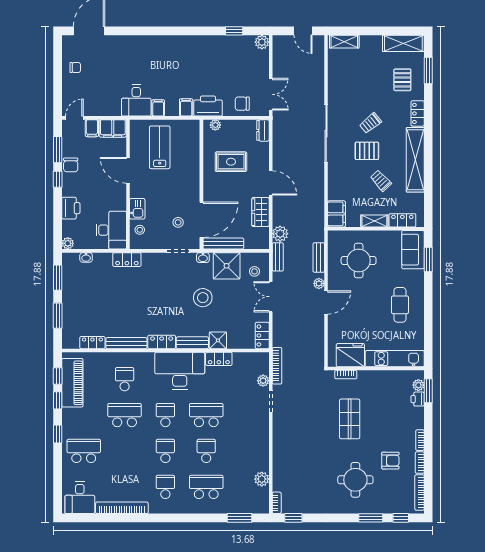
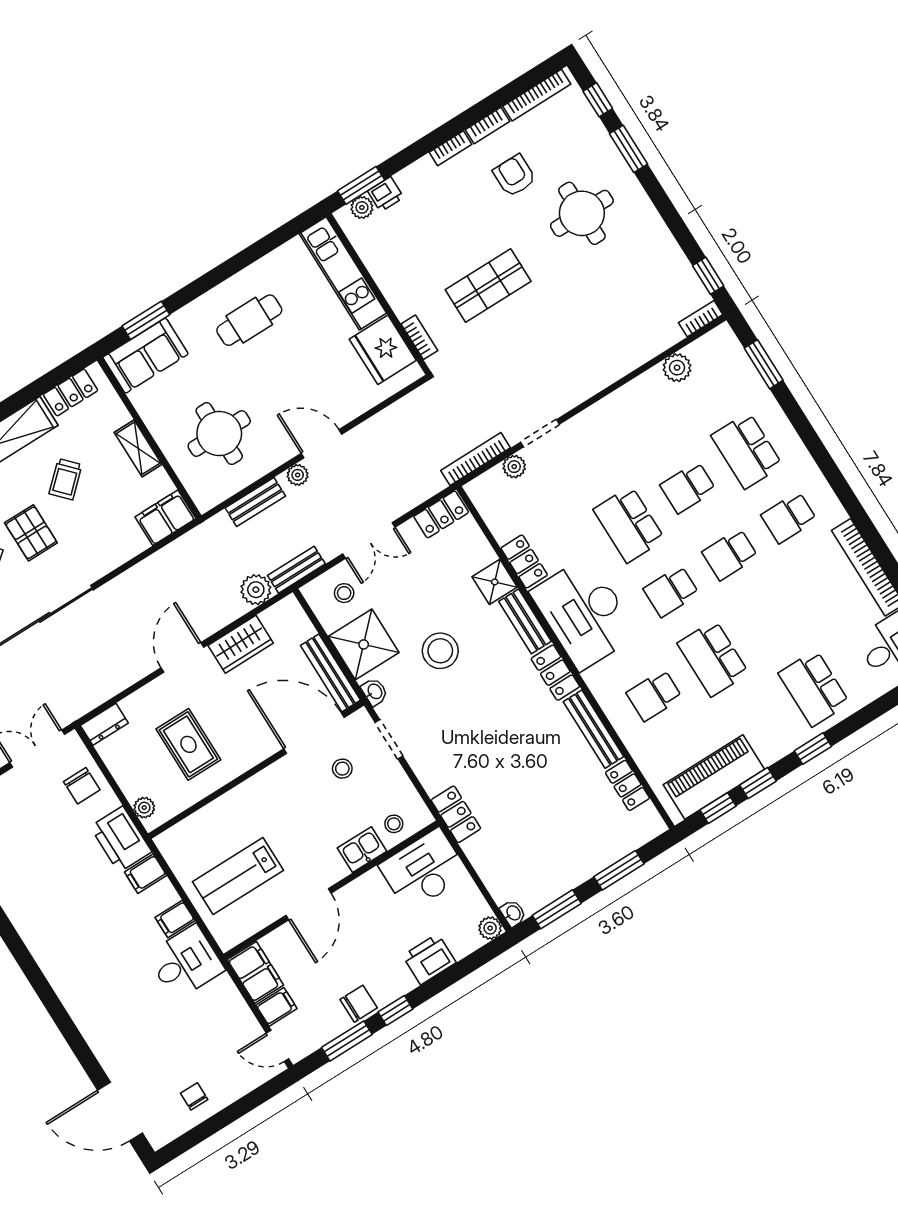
locker: (402, 220) -> (71, 393), moved, turned -90
washbasin: (86, 257) -> (513, 913), moved

